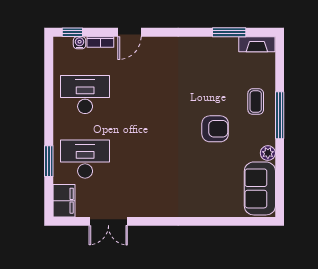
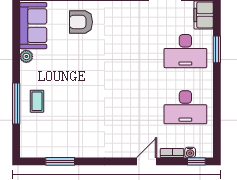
fireplace: (257, 44) -> (36, 151), removed
window: (280, 115) -> (16, 104), moved
armchair: (215, 129) -> (81, 22), moved

